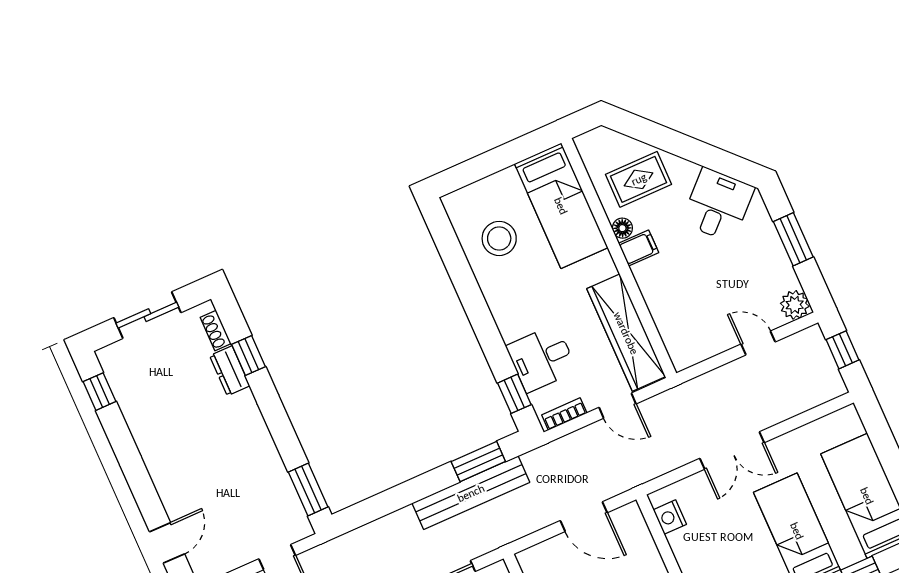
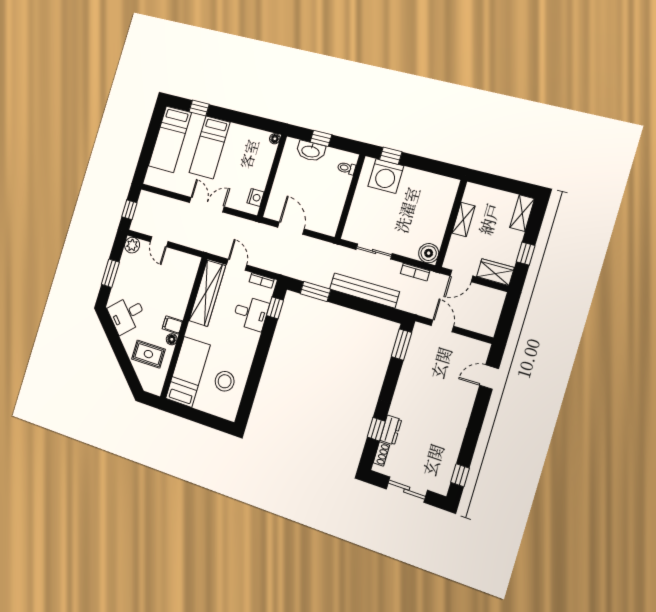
bench: (471, 493) -> (364, 290), moved

